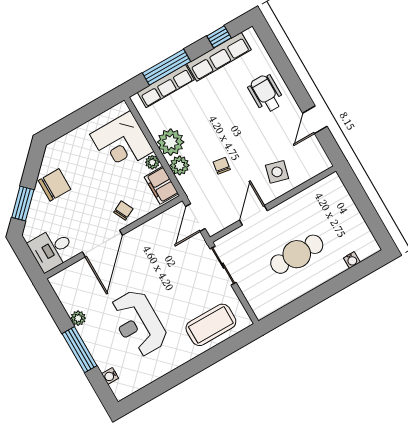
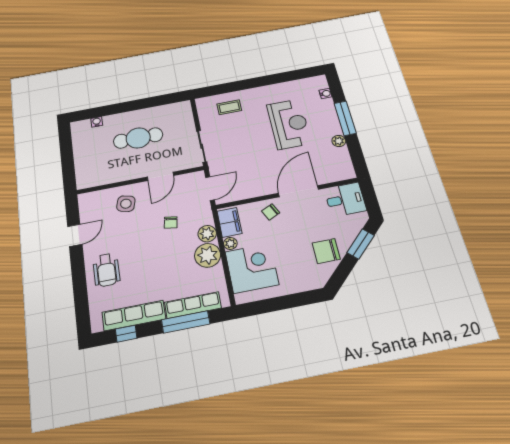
coffee table: (211, 325) -> (229, 107), width x0.54, depth x0.58

